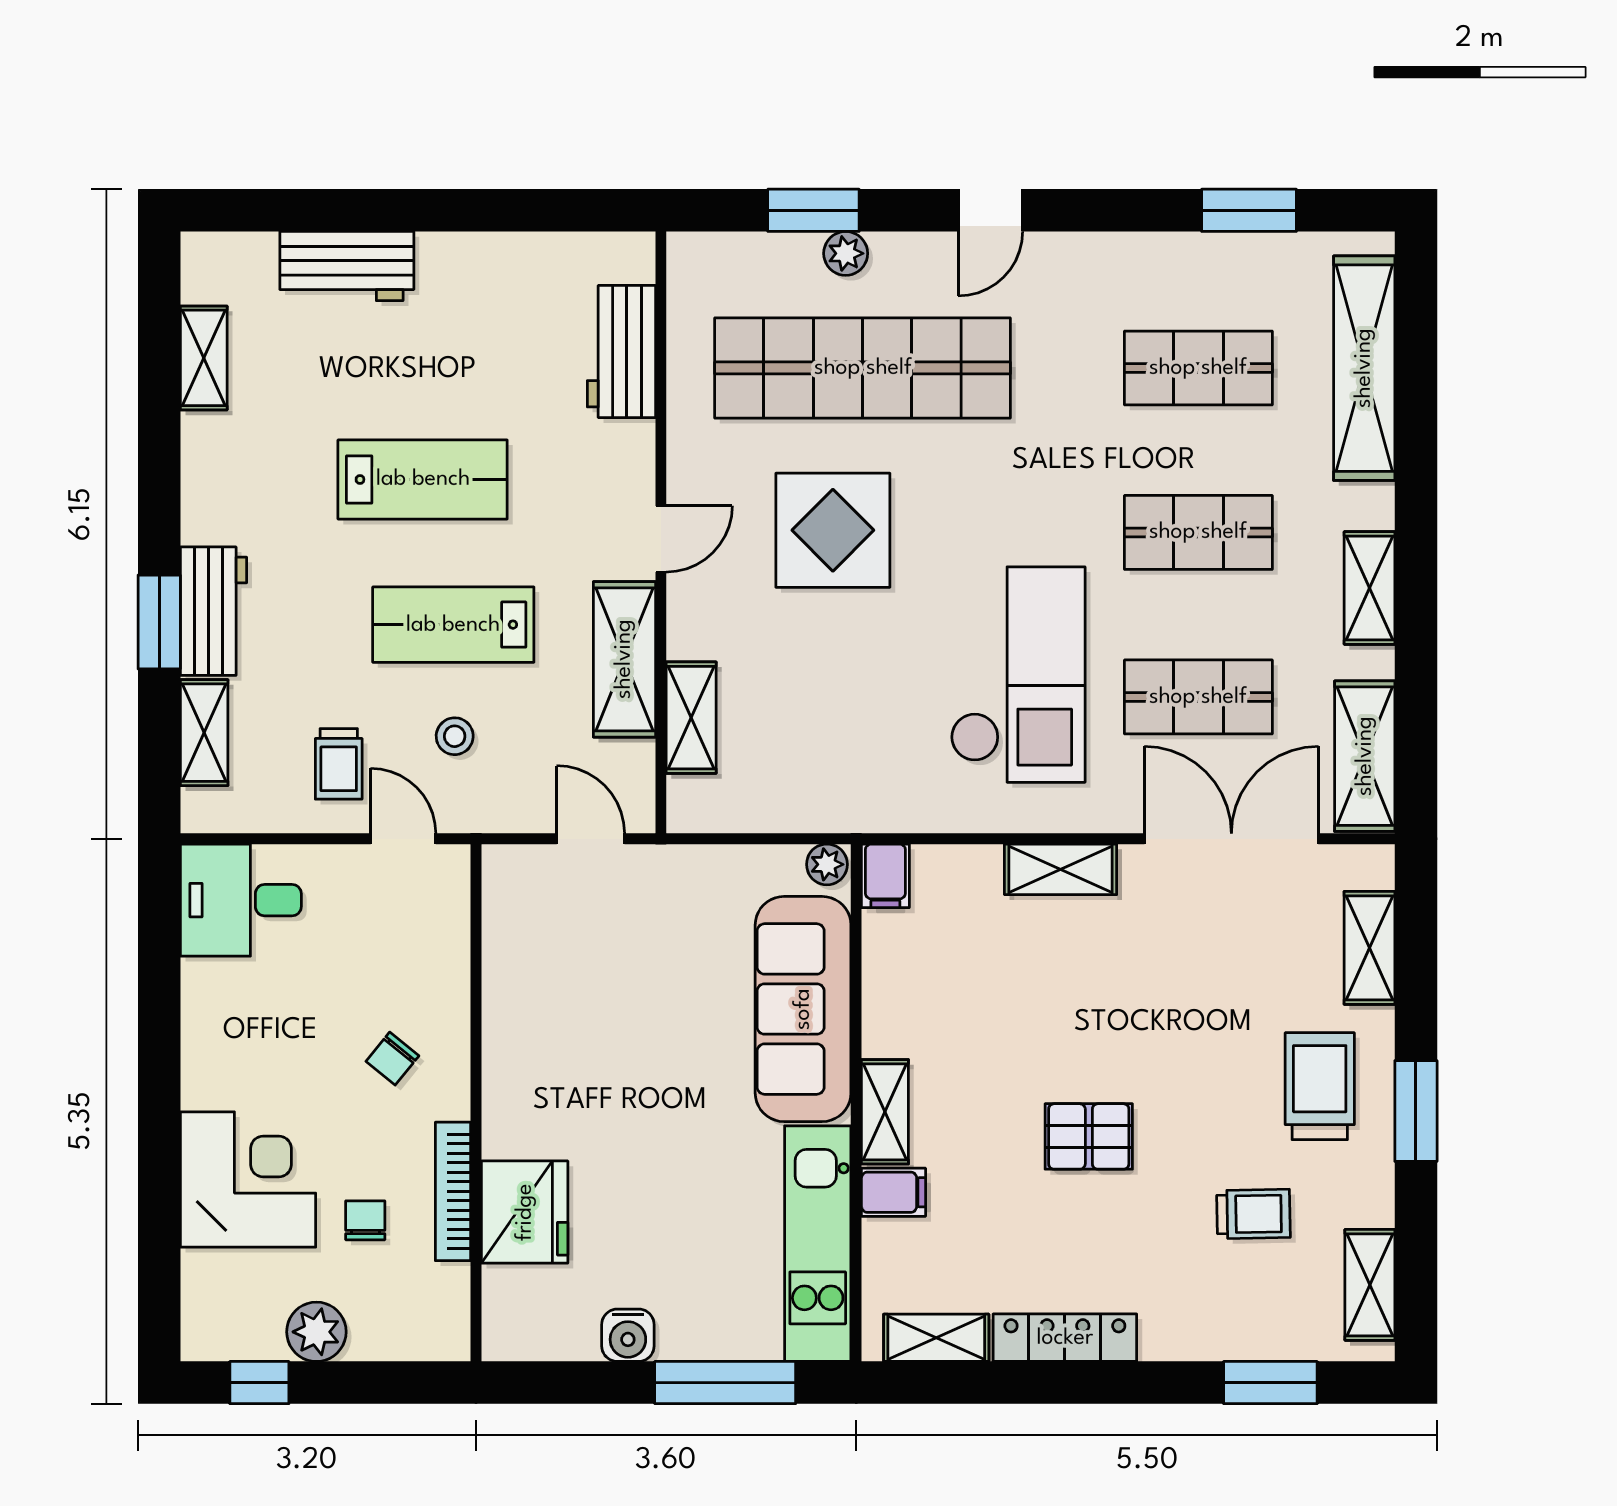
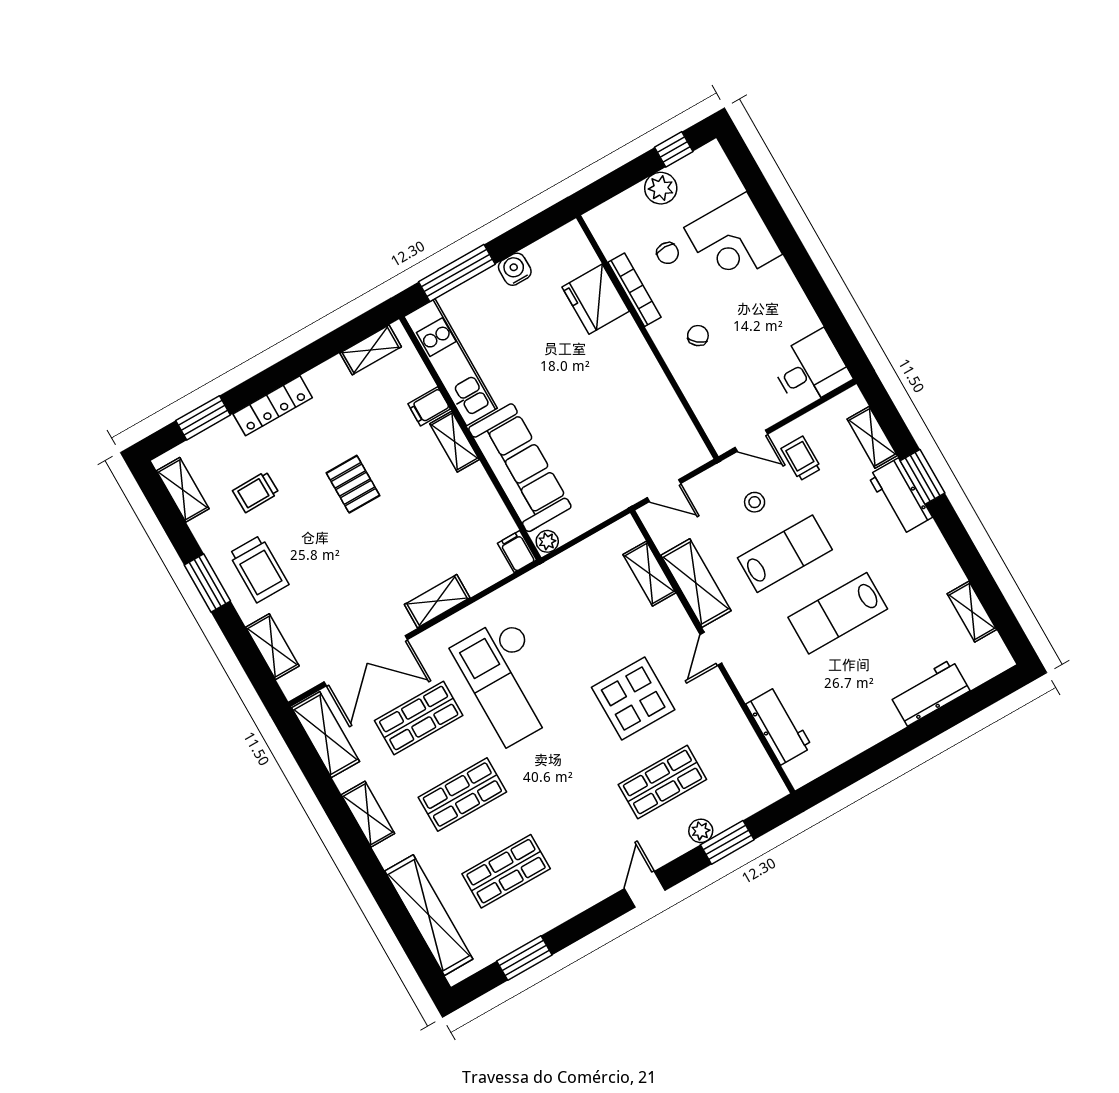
shop shelf: (863, 368) -> (662, 782), width x0.50, depth x0.74
pallet: (1089, 1136) -> (353, 484), turned 90
locker: (1065, 1338) -> (273, 406), moved

